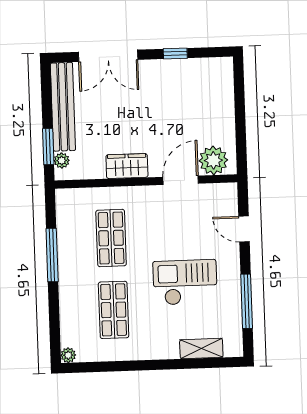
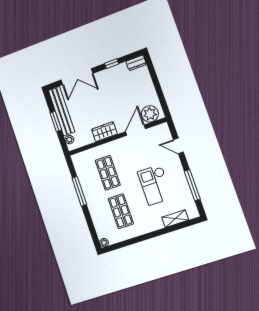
dresser: (217, 66) -> (136, 63), added
window: (48, 147) -> (56, 121), moved
checkout: (185, 282) -> (155, 185), turned -90

